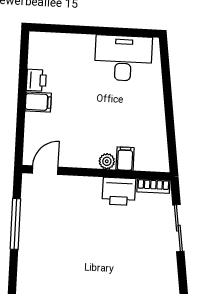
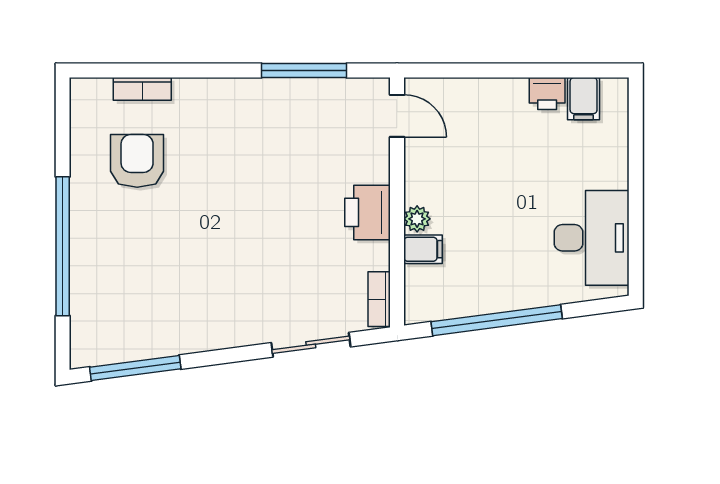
filing cabinet: (38, 102) -> (584, 99), moved
window: (169, 117) -> (497, 320), added
printer: (119, 191) -> (368, 212), moved

